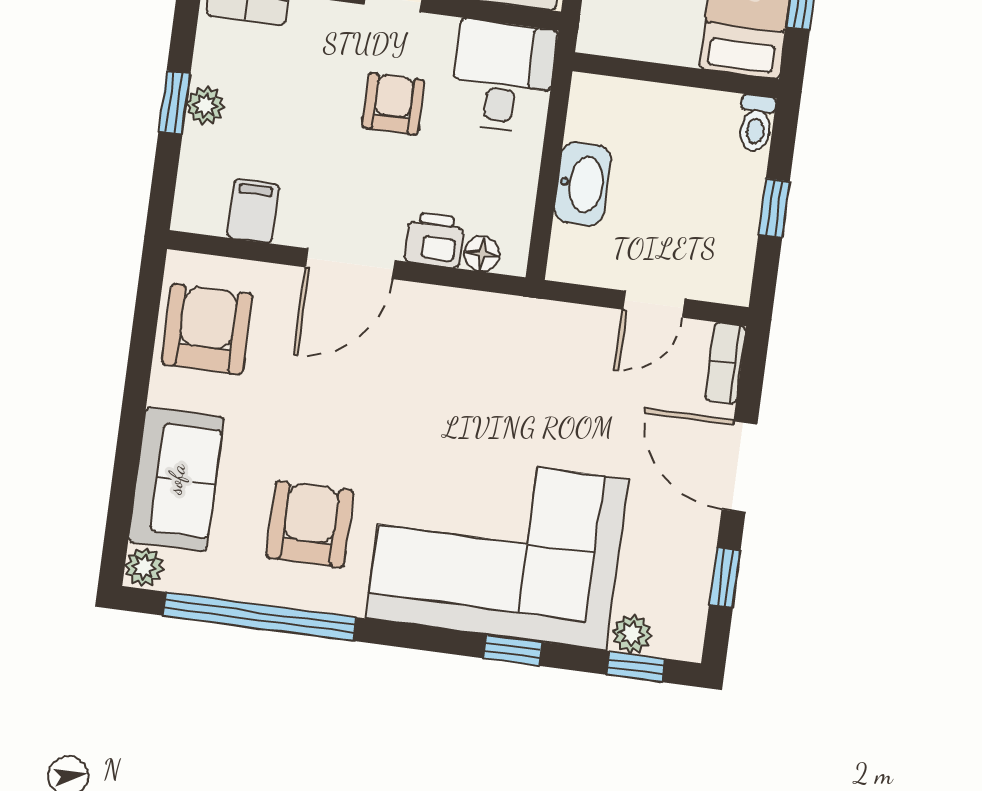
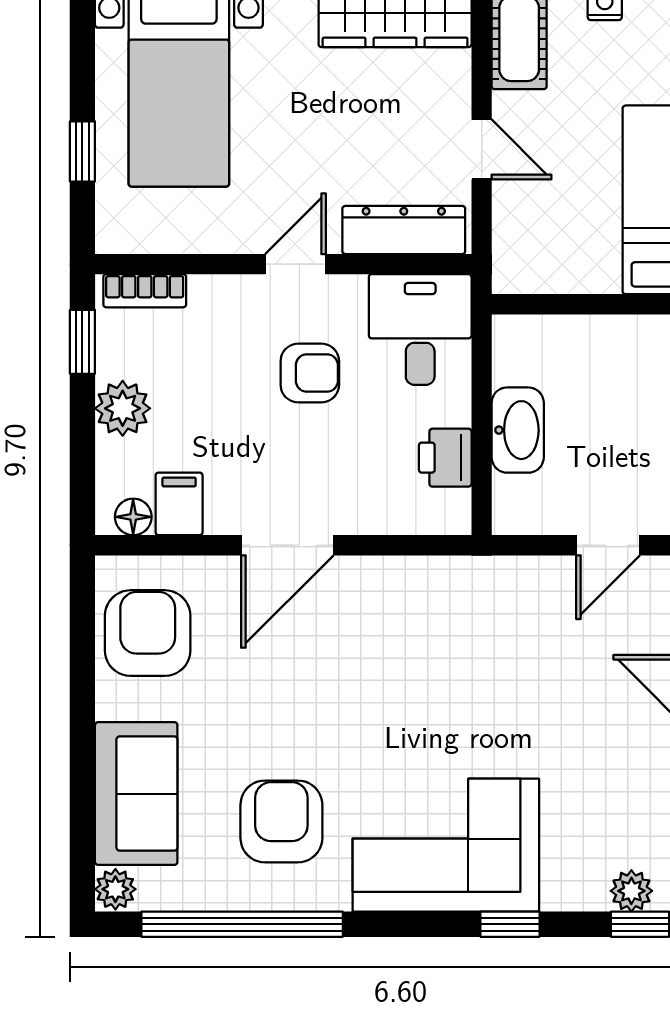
window: (174, 102) -> (82, 342), moved
armchair: (393, 104) -> (310, 373), turned 90
plant: (205, 105) -> (123, 408), width x1.38, depth x1.38
printer: (434, 240) -> (445, 458), moved, turned -90
floor lamp: (482, 254) -> (133, 517), moved
corner sofa: (497, 549) -> (446, 845), width x0.73, depth x0.74

